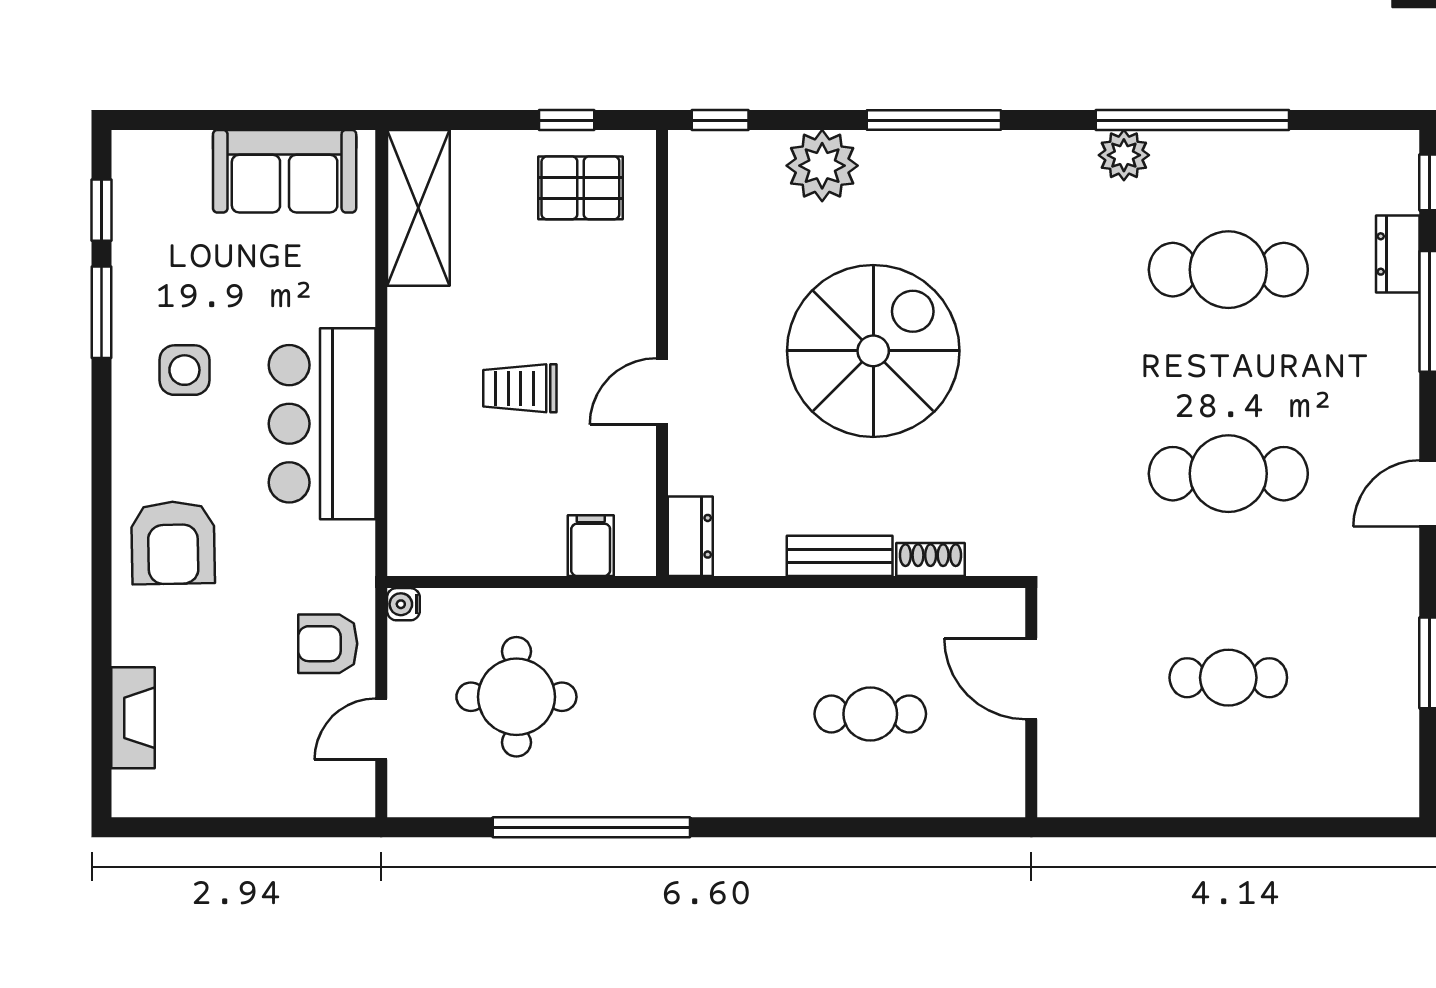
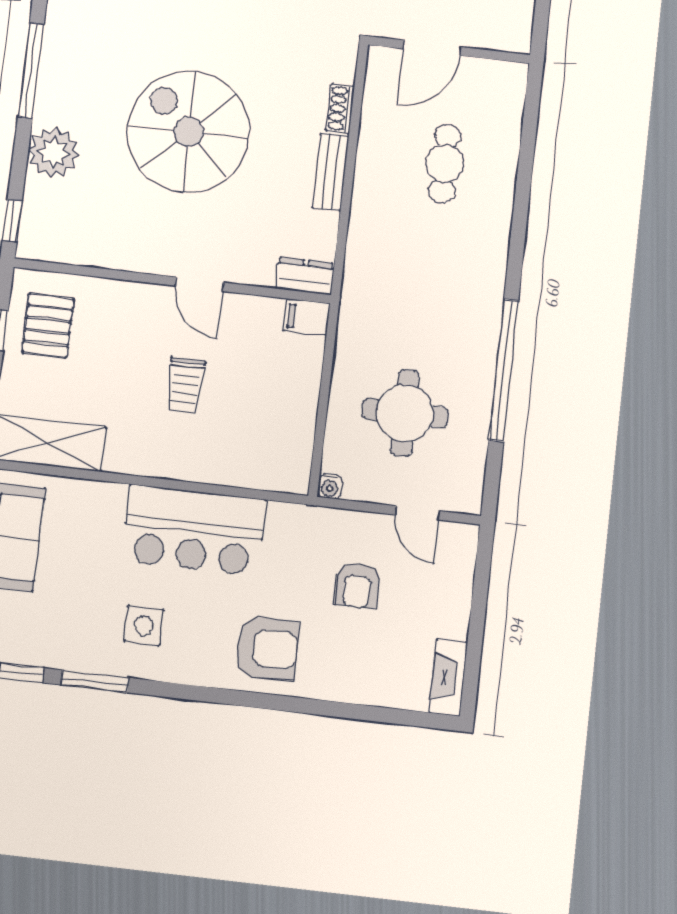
filing cabinet: (591, 546) -> (307, 317), moved
armchair: (328, 644) -> (357, 585), moved
fireplace: (133, 718) -> (448, 678), moved, turned -90

